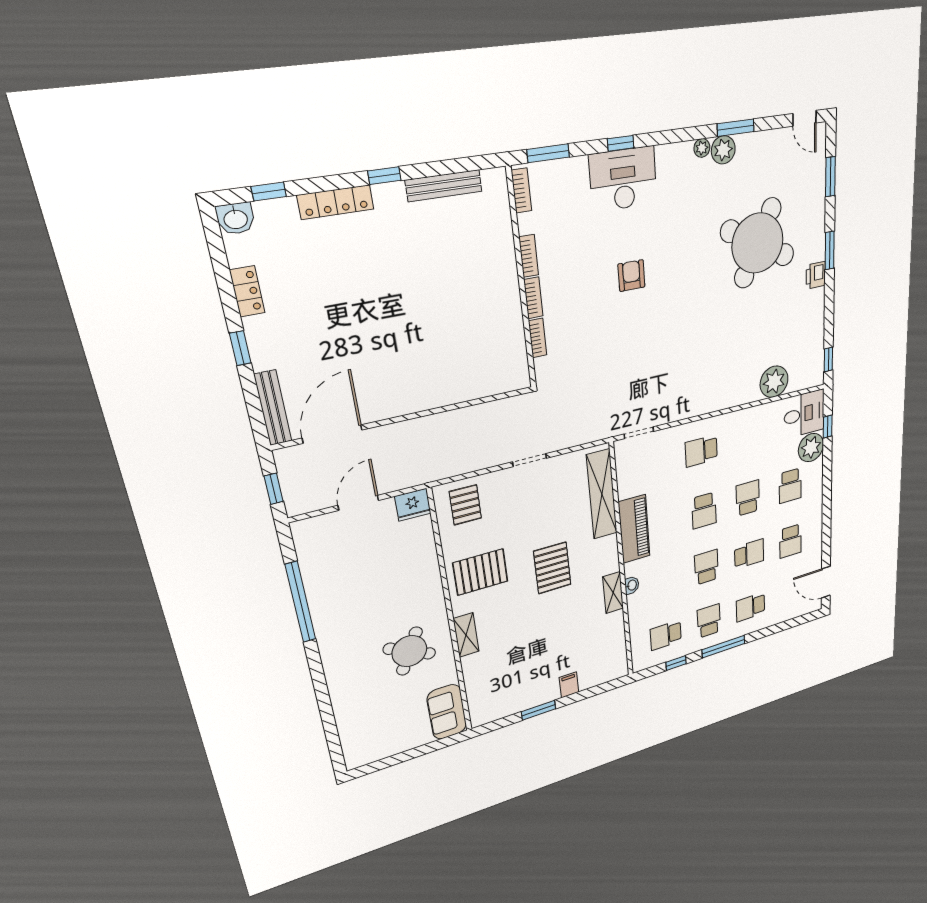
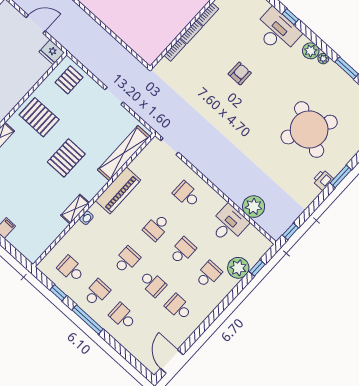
plant: (723, 150) -> (311, 51), moved
desk: (804, 414) -> (228, 224), moved, turned -90
school desk: (790, 486) -> (208, 274), turned 180
school desk: (790, 541) -> (178, 307), turned 90

